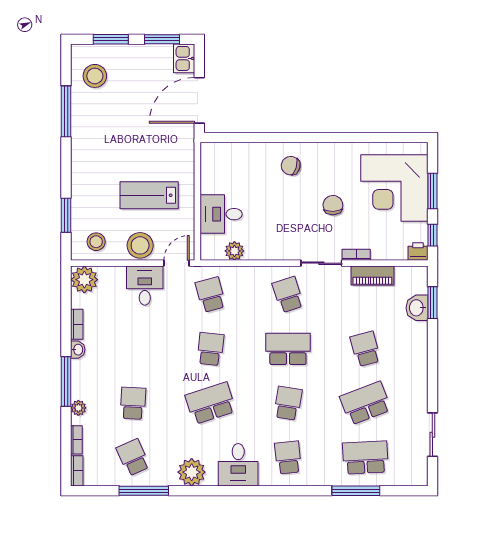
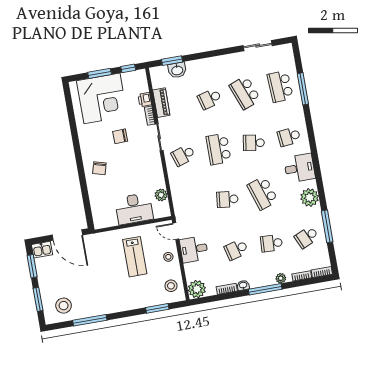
desk: (221, 214) -> (134, 209), width x1.37
stool: (140, 245) -> (168, 257), width x0.53, depth x0.53
printer: (418, 252) -> (145, 100), moved
school desk: (211, 295) -> (236, 250), moved

